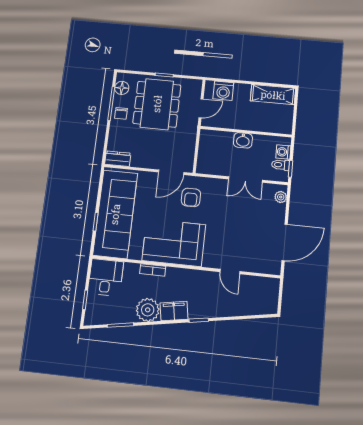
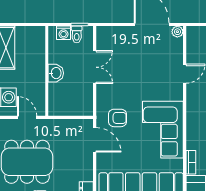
plant: (281, 197) -> (177, 32), moved
bookcase: (153, 270) -> (191, 162), moved

